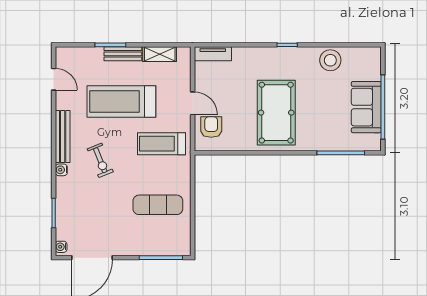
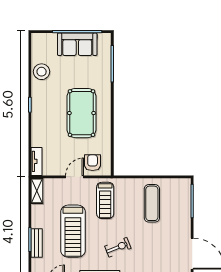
bench: (123, 54) -> (37, 243), moved
shelving: (160, 54) -> (37, 191), moved
pool table: (276, 113) -> (81, 113), turned 90
armchair: (211, 127) -> (93, 163), turned 90

